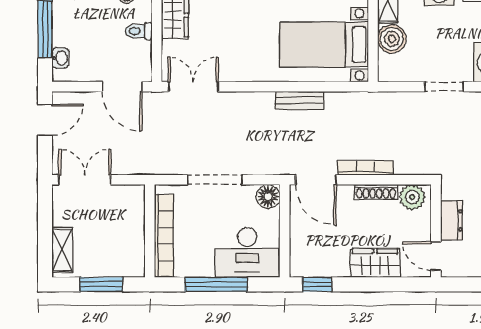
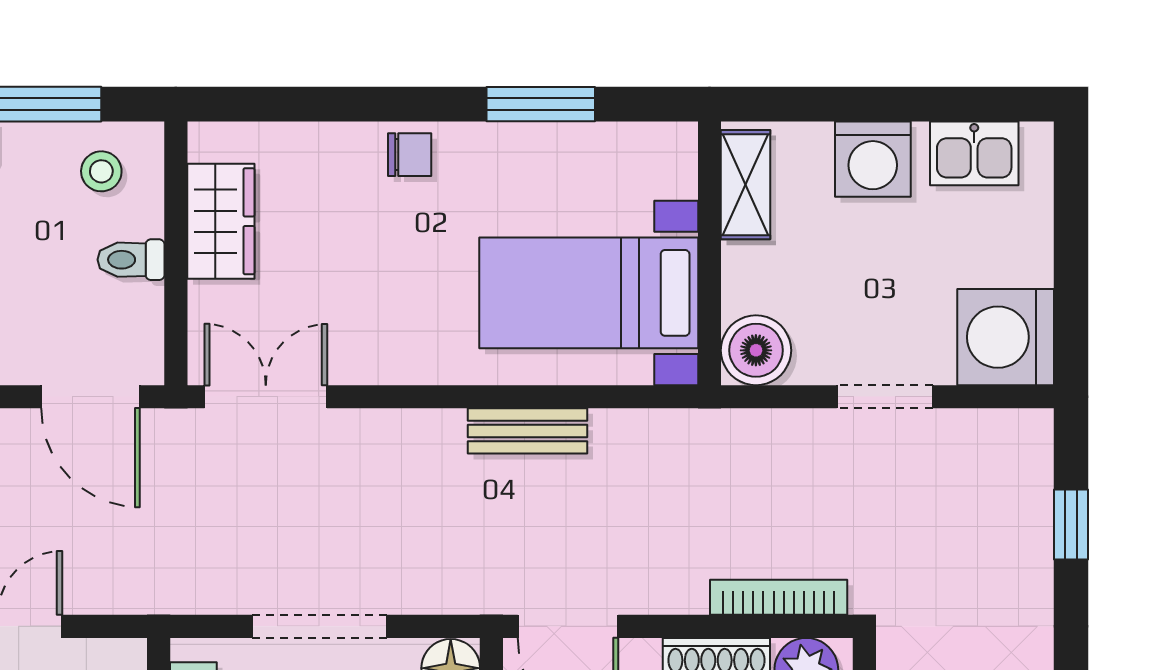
boiler: (392, 39) -> (756, 350), moved
bookcase: (366, 168) -> (779, 597), moved

